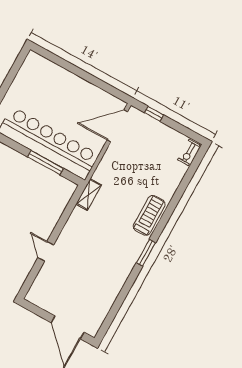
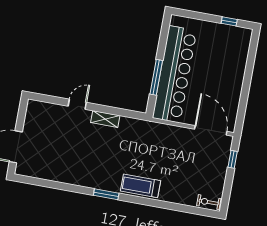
window: (14, 70) -> (229, 21), added
shelving: (89, 195) -> (105, 119), moved
treadmill: (149, 215) -> (140, 186), turned 180

